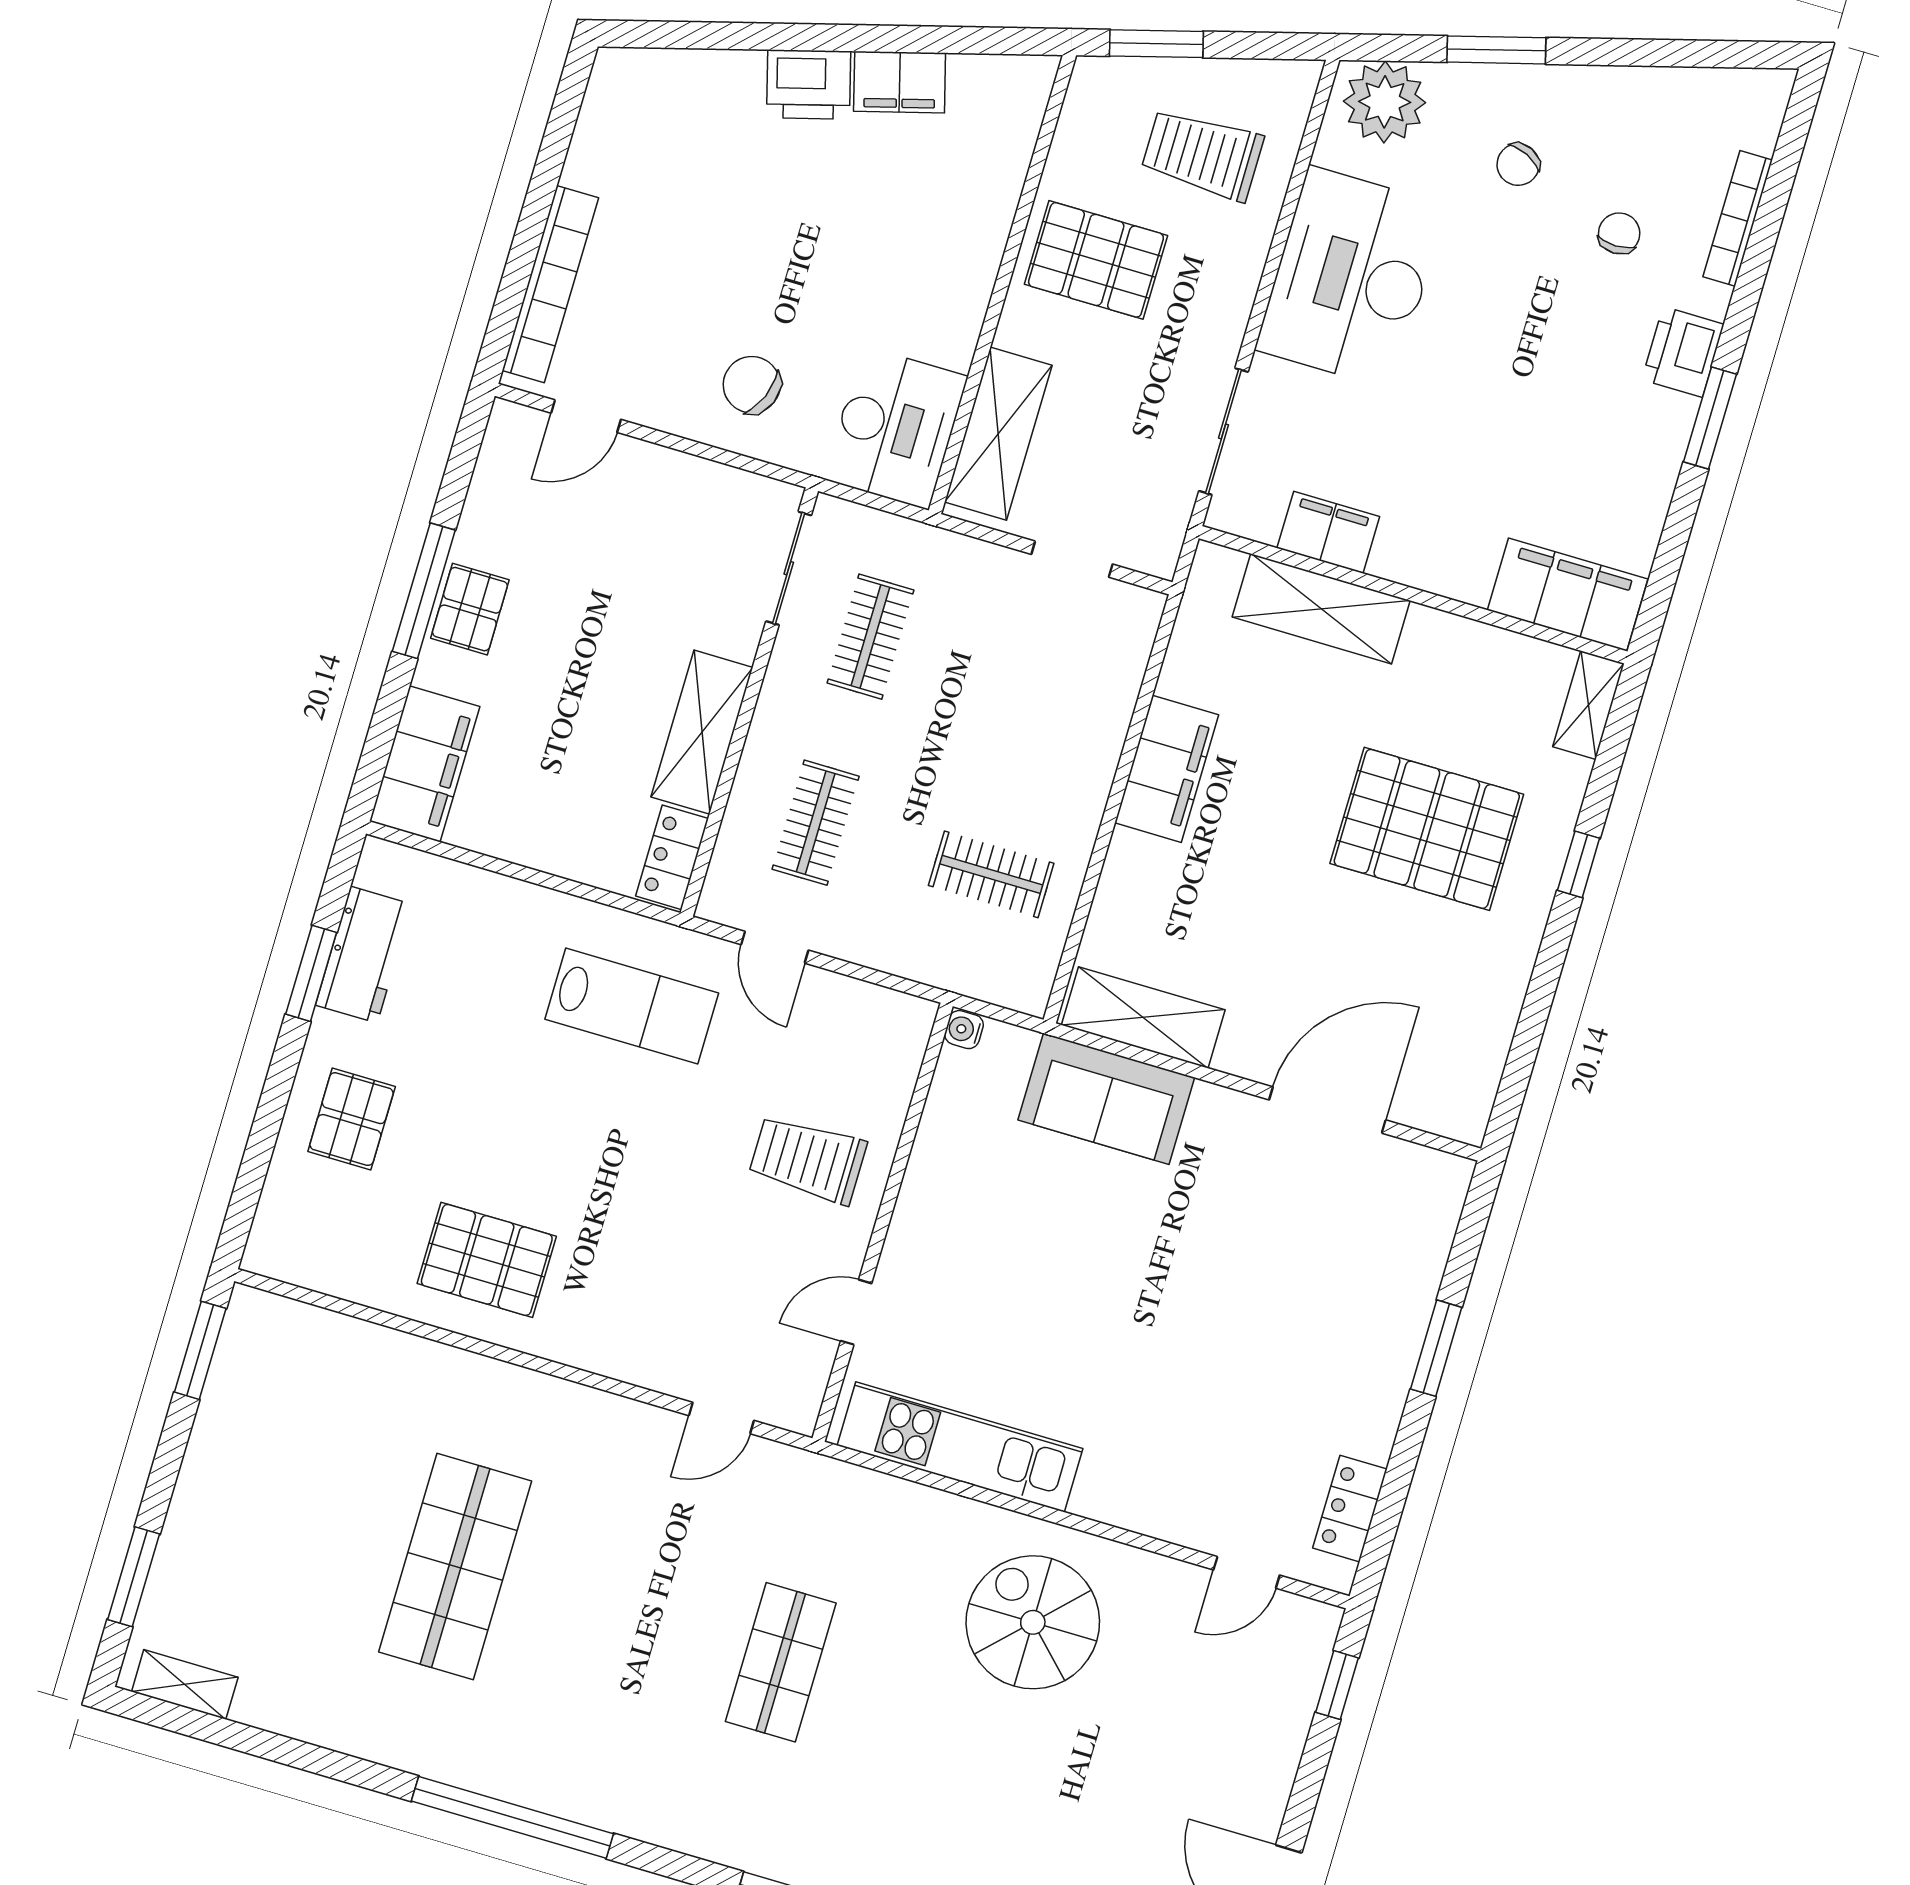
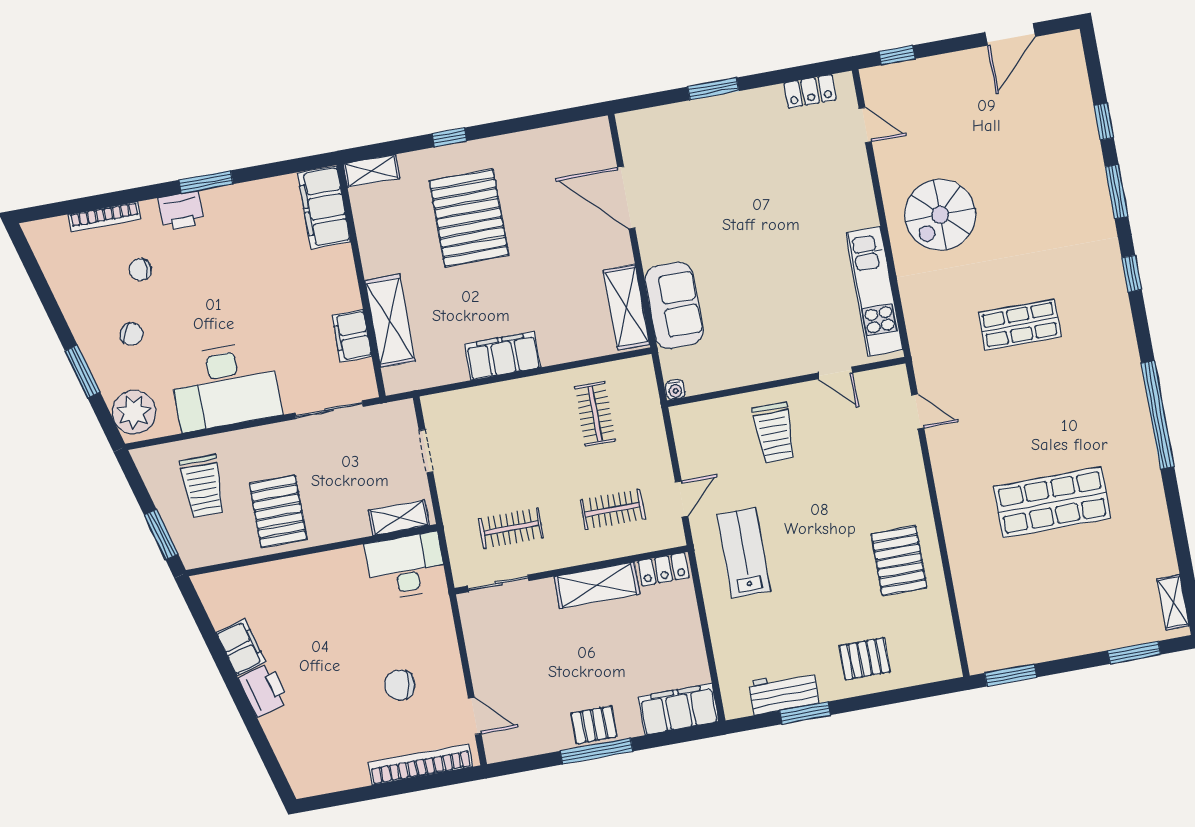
chair: (752, 385) -> (400, 685), moved, turned 76
shelving: (998, 434) -> (399, 518), width x0.67, depth x0.75

